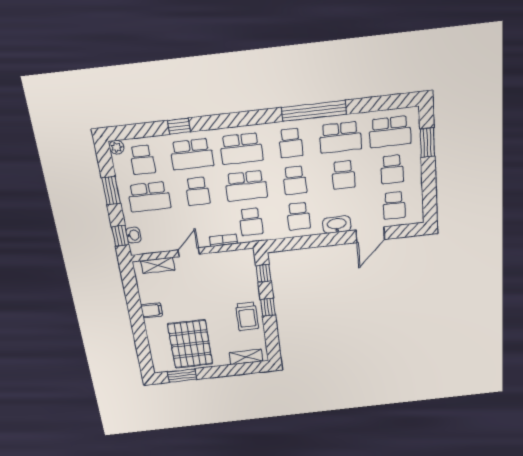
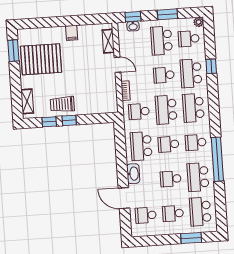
school desk: (299, 216) -> (141, 146), width x1.85
window: (264, 273) -> (49, 122), moved

